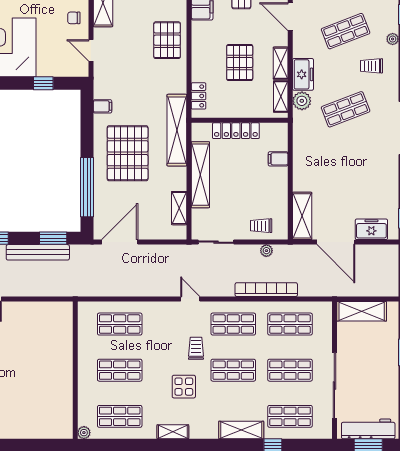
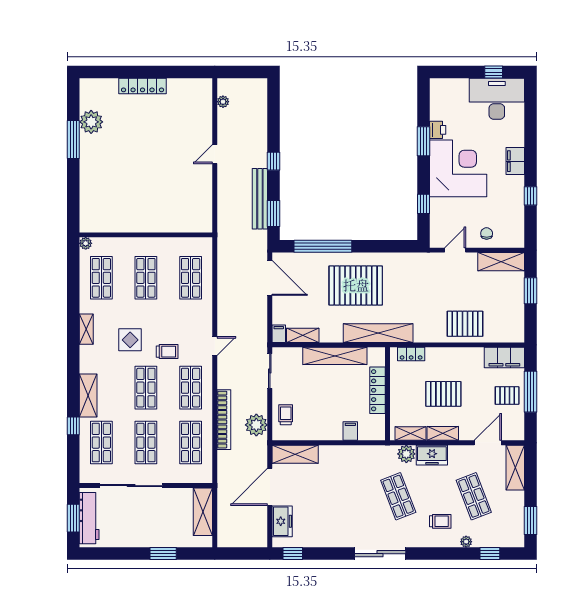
trolley: (371, 66) -> (440, 521), turned 90
filing cabinet: (102, 106) -> (279, 334), moved, turned 180
plant: (266, 251) -> (256, 425), width x1.87, depth x1.87

